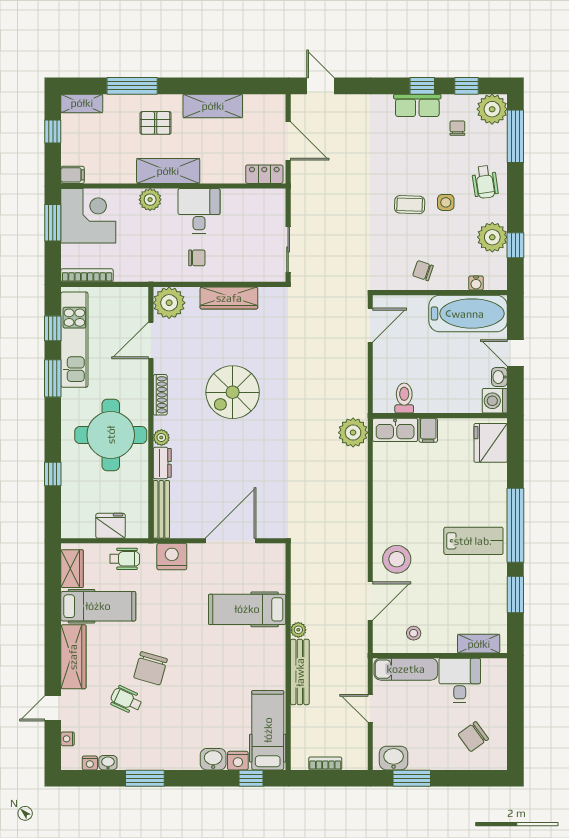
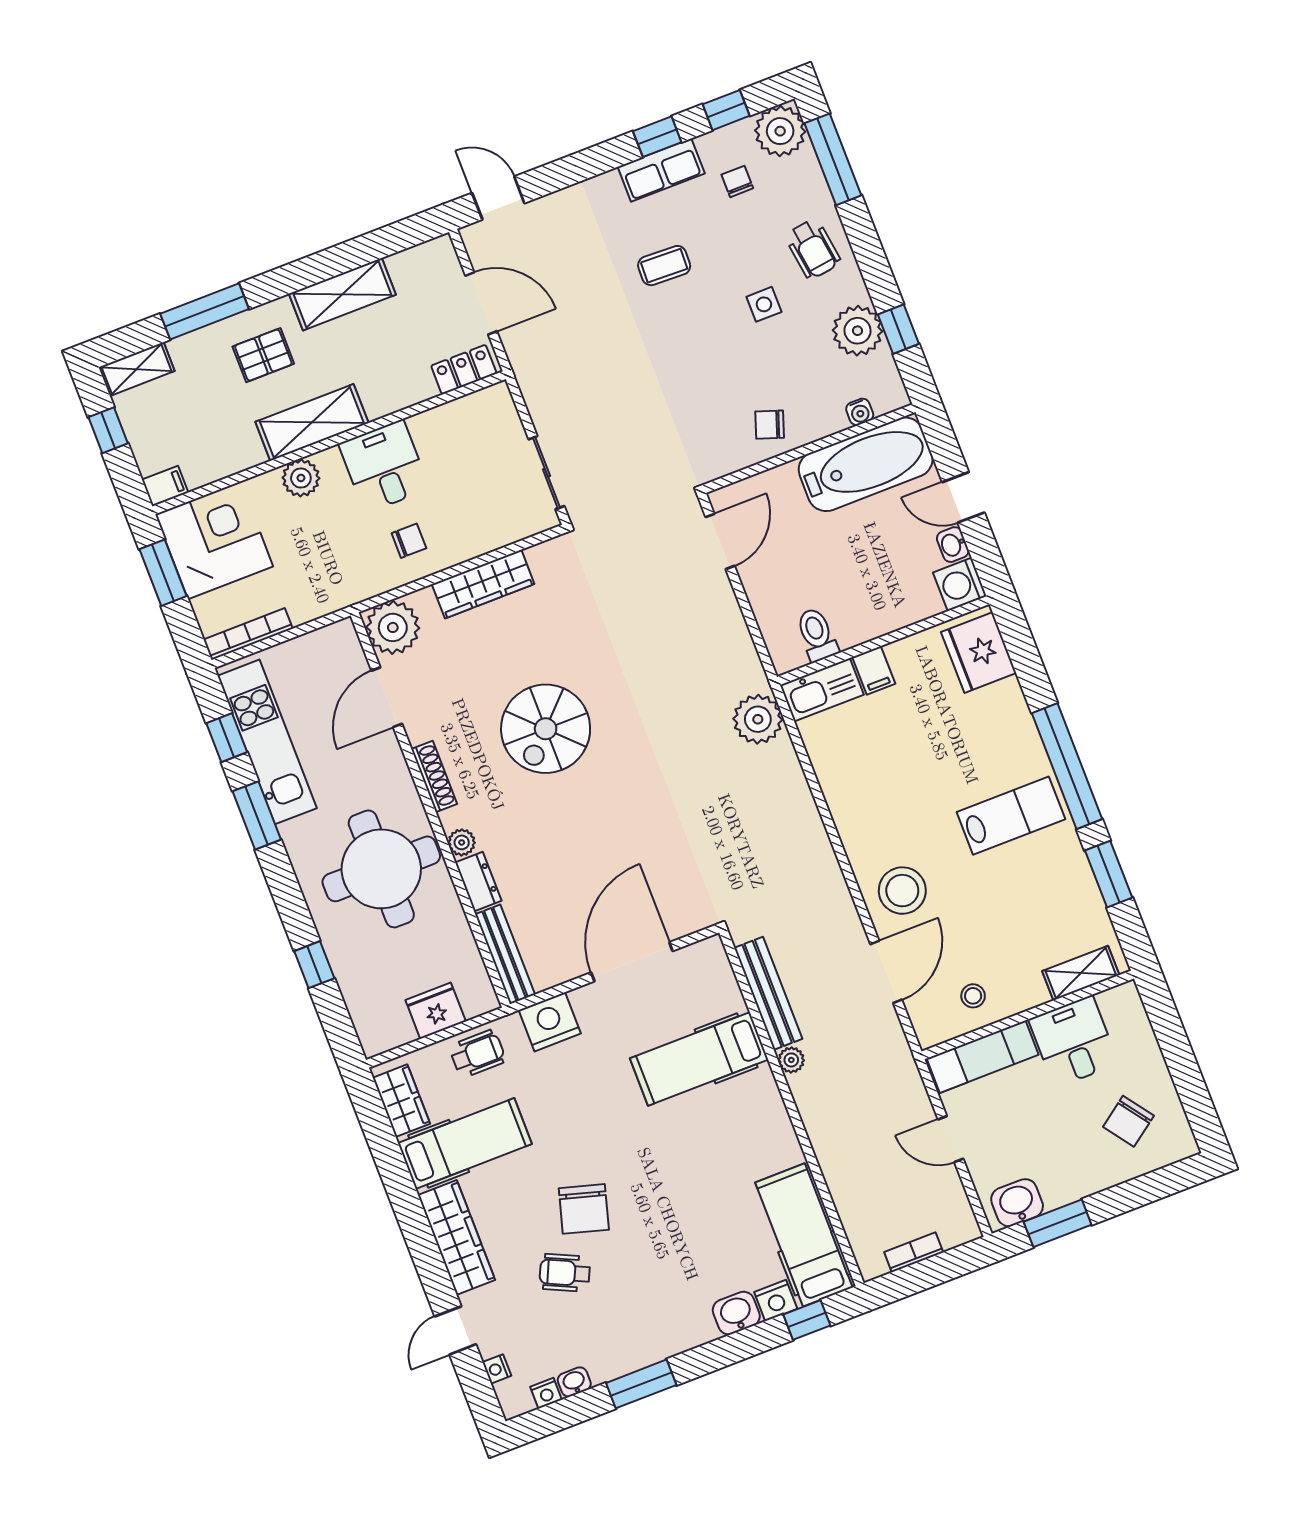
coffee table: (410, 205) -> (664, 266), moved
bench: (300, 672) -> (768, 993), moved

